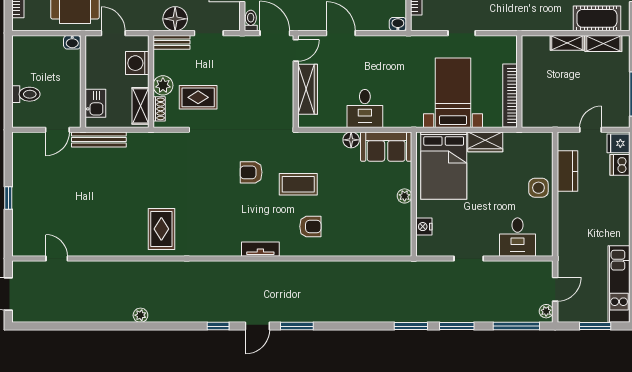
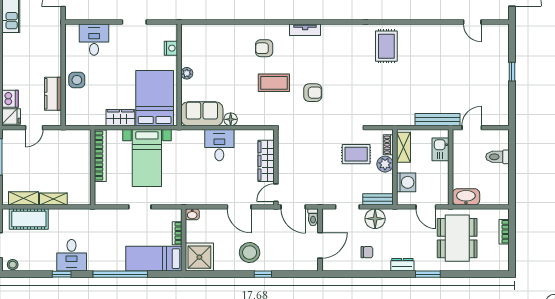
washbasin: (72, 42) -> (466, 197), width x1.91, depth x1.45

